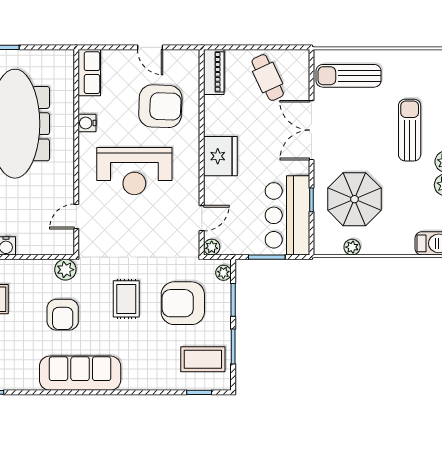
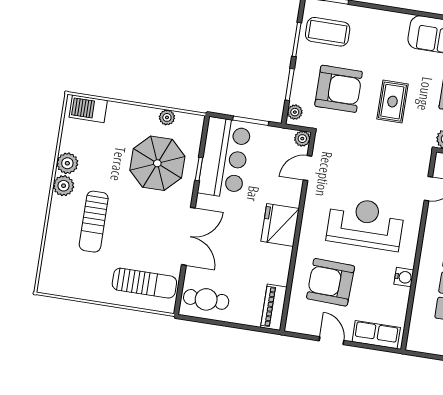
row of seats: (89, 73) -> (376, 335), moved, turned 90
cafe table: (268, 78) -> (206, 299), moved, turned -65

